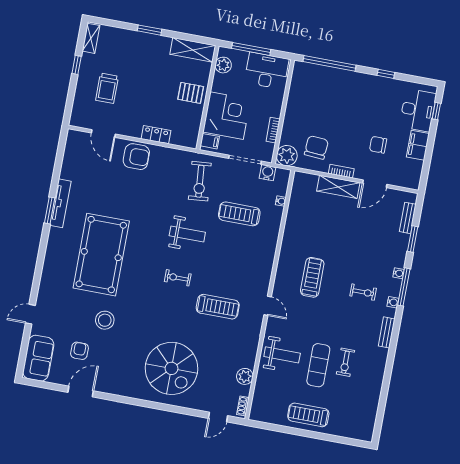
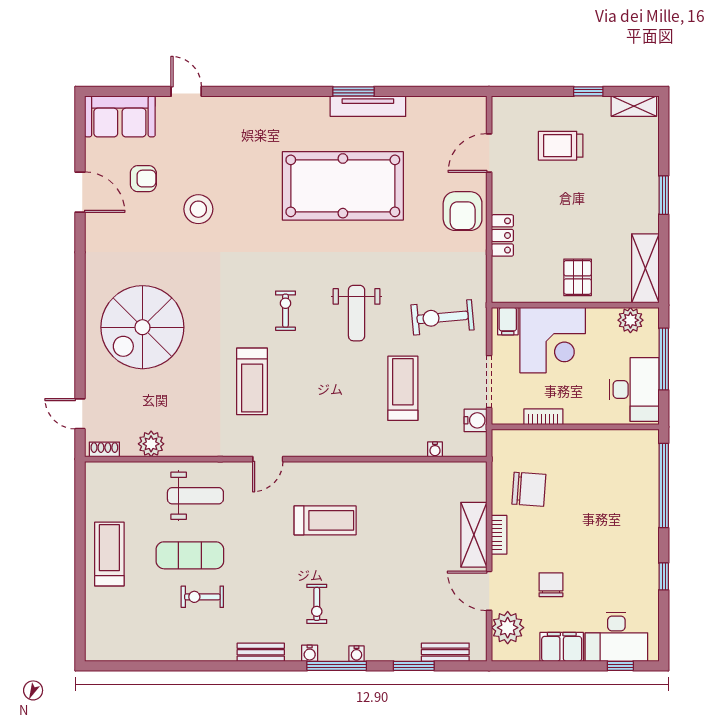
plant: (287, 156) -> (508, 628), moved
pool table: (101, 255) -> (343, 186), moved
weight bench: (282, 355) -> (195, 496), turned -90

